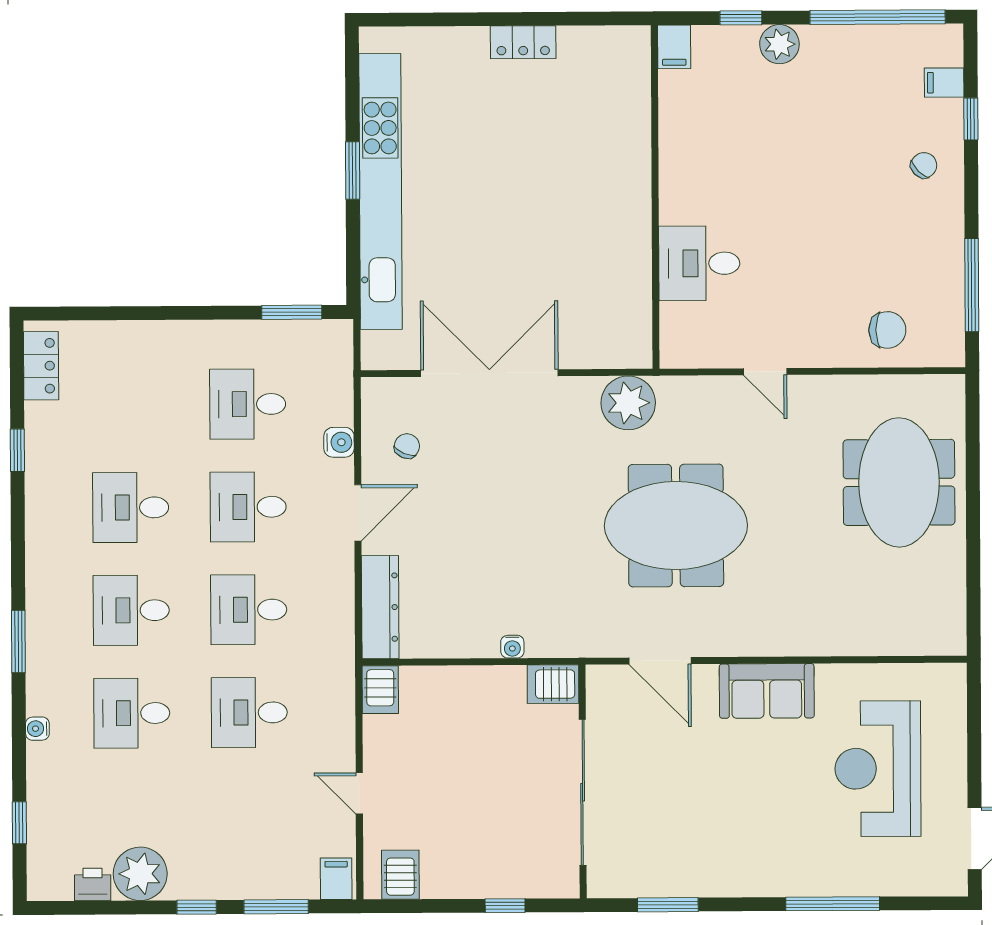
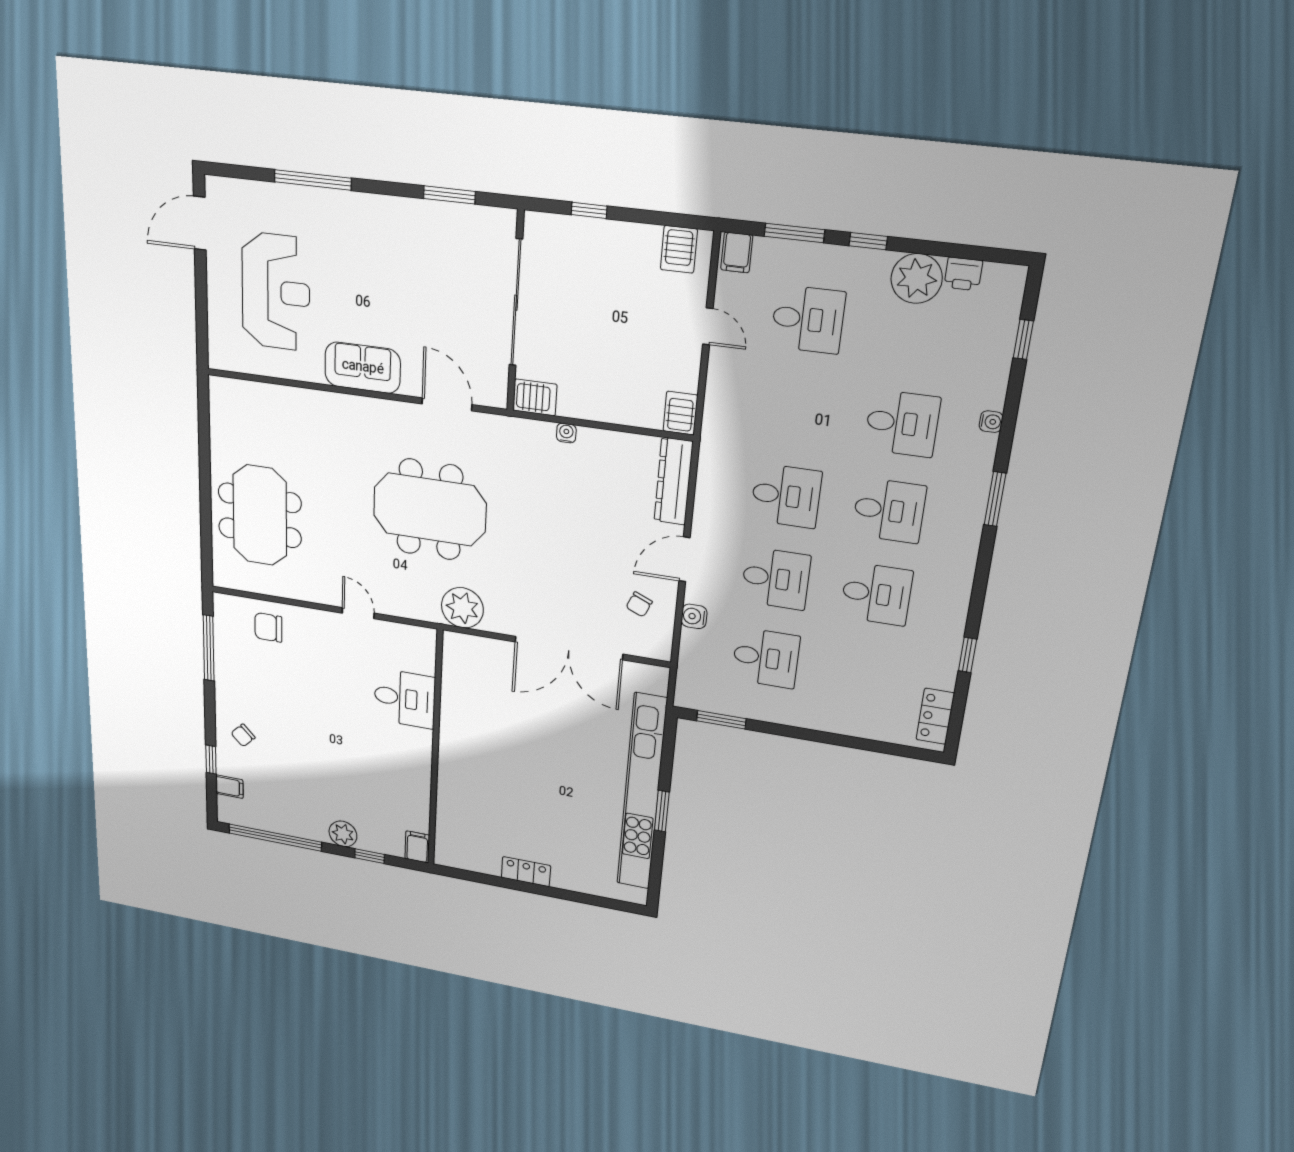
desk: (249, 713) -> (808, 319), moved

